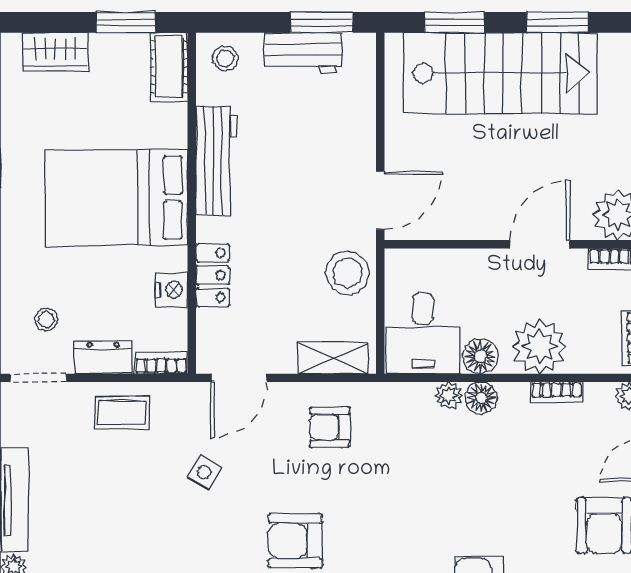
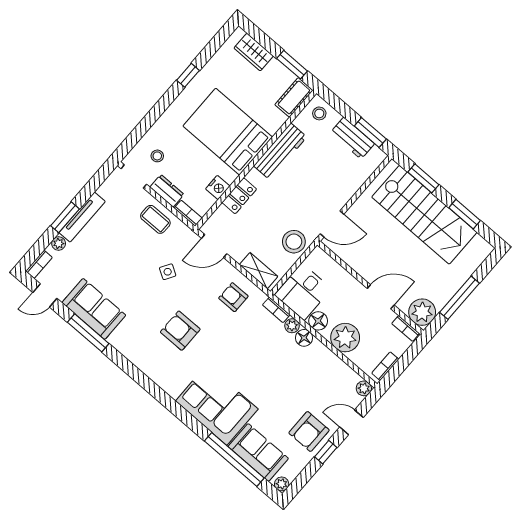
bookcase: (557, 392) -> (276, 310), moved

